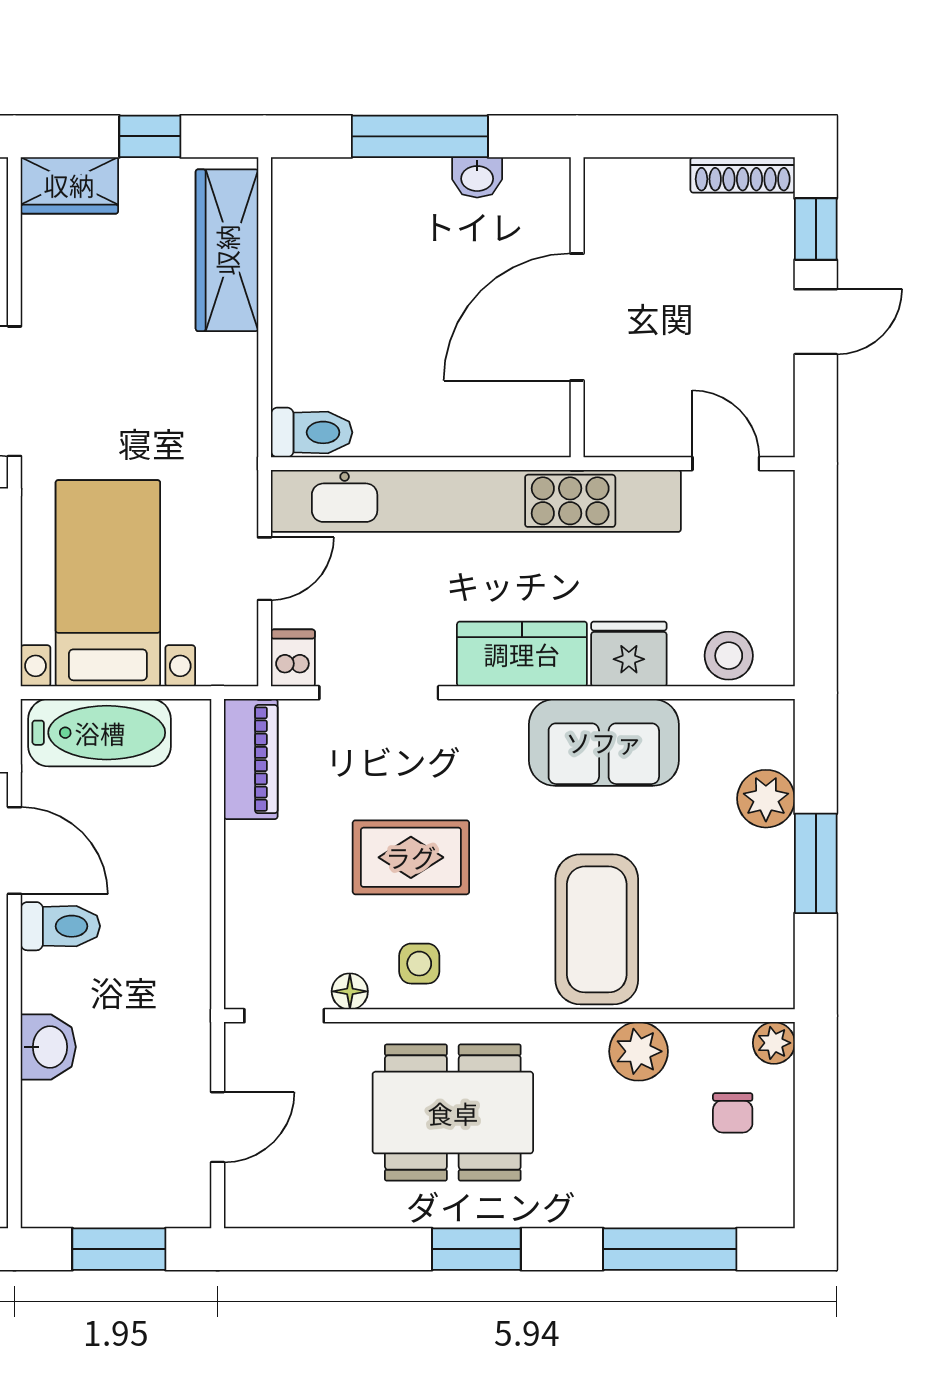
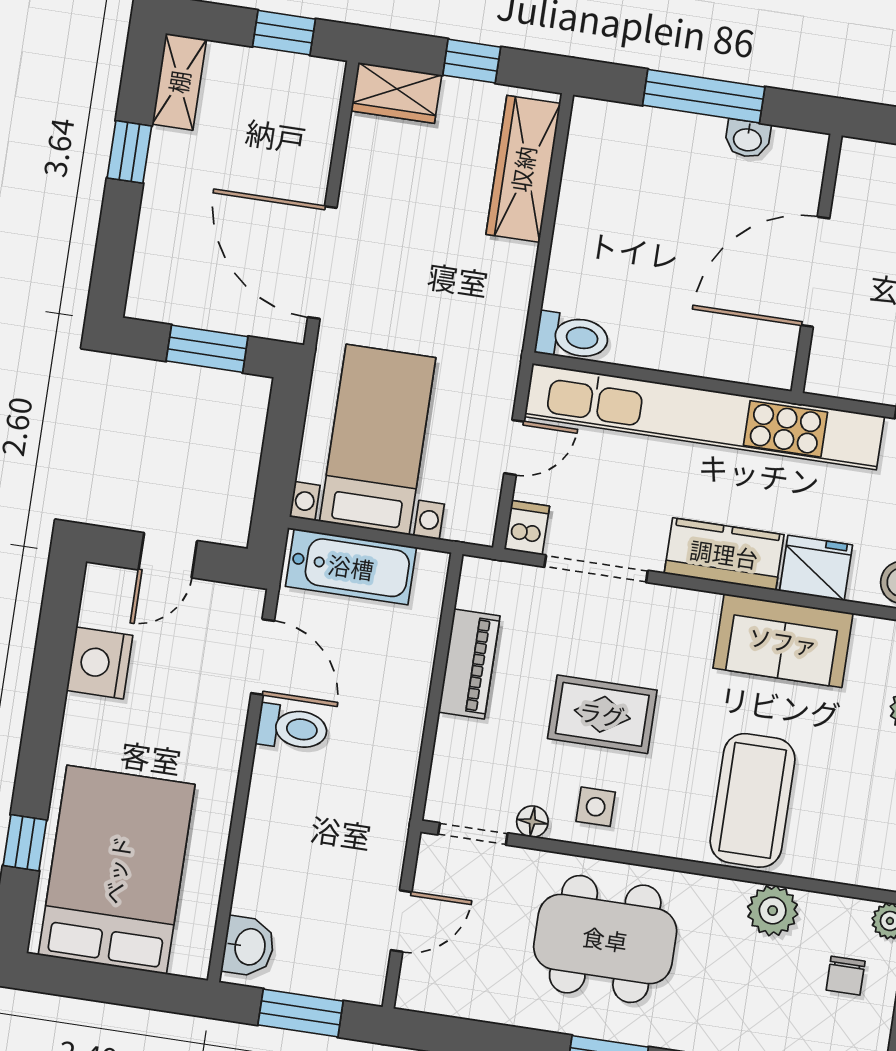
piano: (251, 759) -> (469, 664), moved
washbasin: (48, 1047) -> (249, 947), moved

